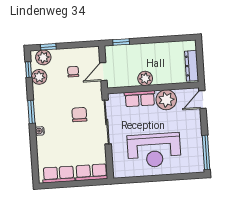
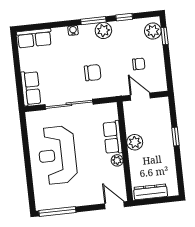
window: (121, 42) -> (175, 137), moved
window: (29, 70) -> (124, 17), moved
plant: (39, 77) -> (103, 31), moved
plant: (166, 100) -> (117, 160), width x0.53, depth x0.53
sliding door: (107, 122) -> (69, 104), moved
row of seats: (59, 174) -> (34, 38), moved, turned 90

